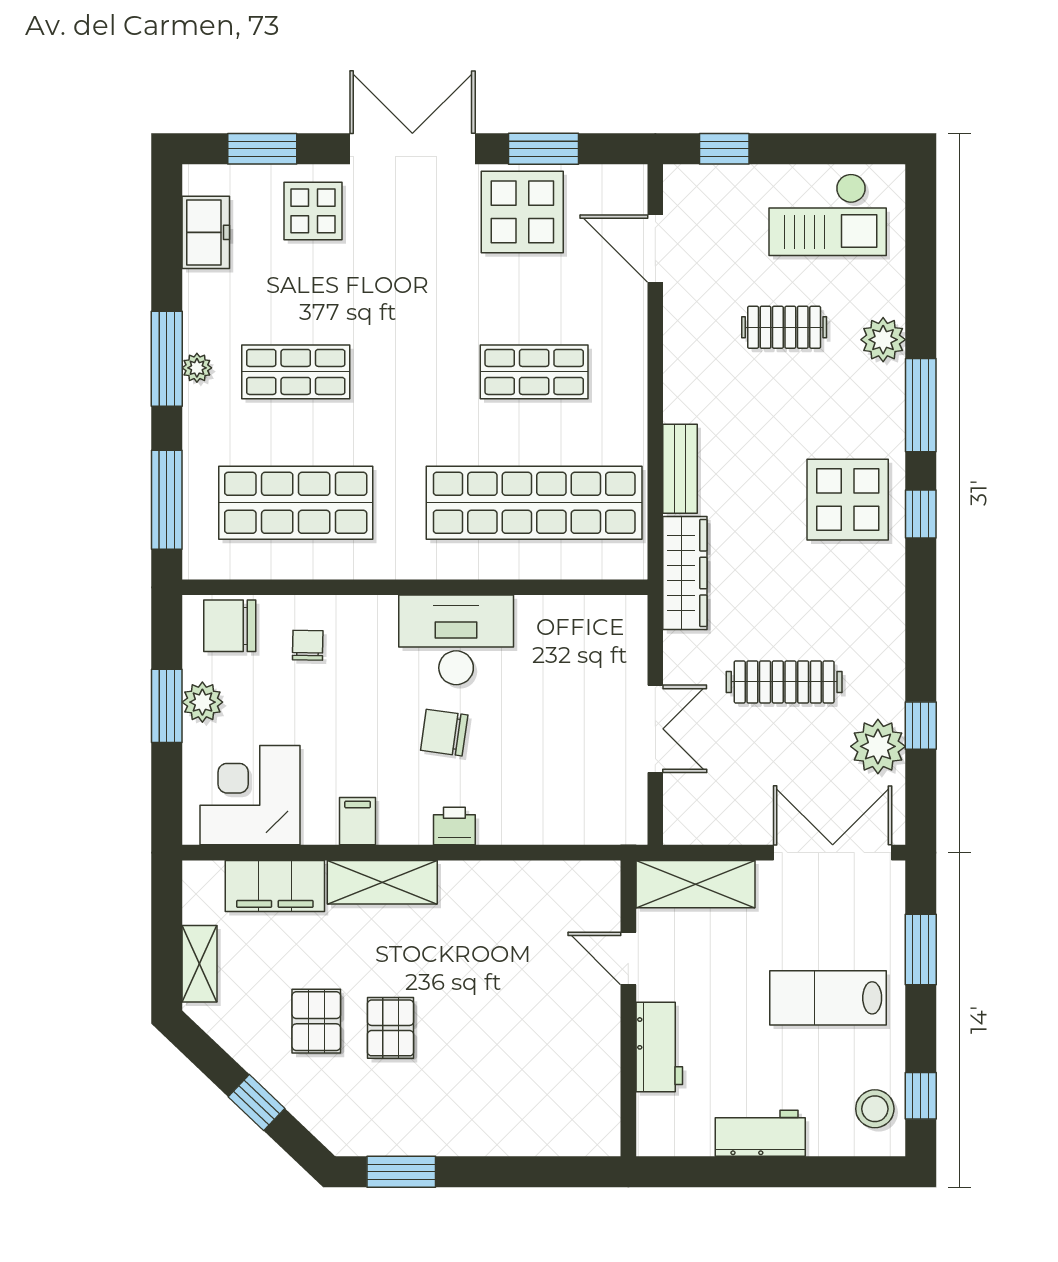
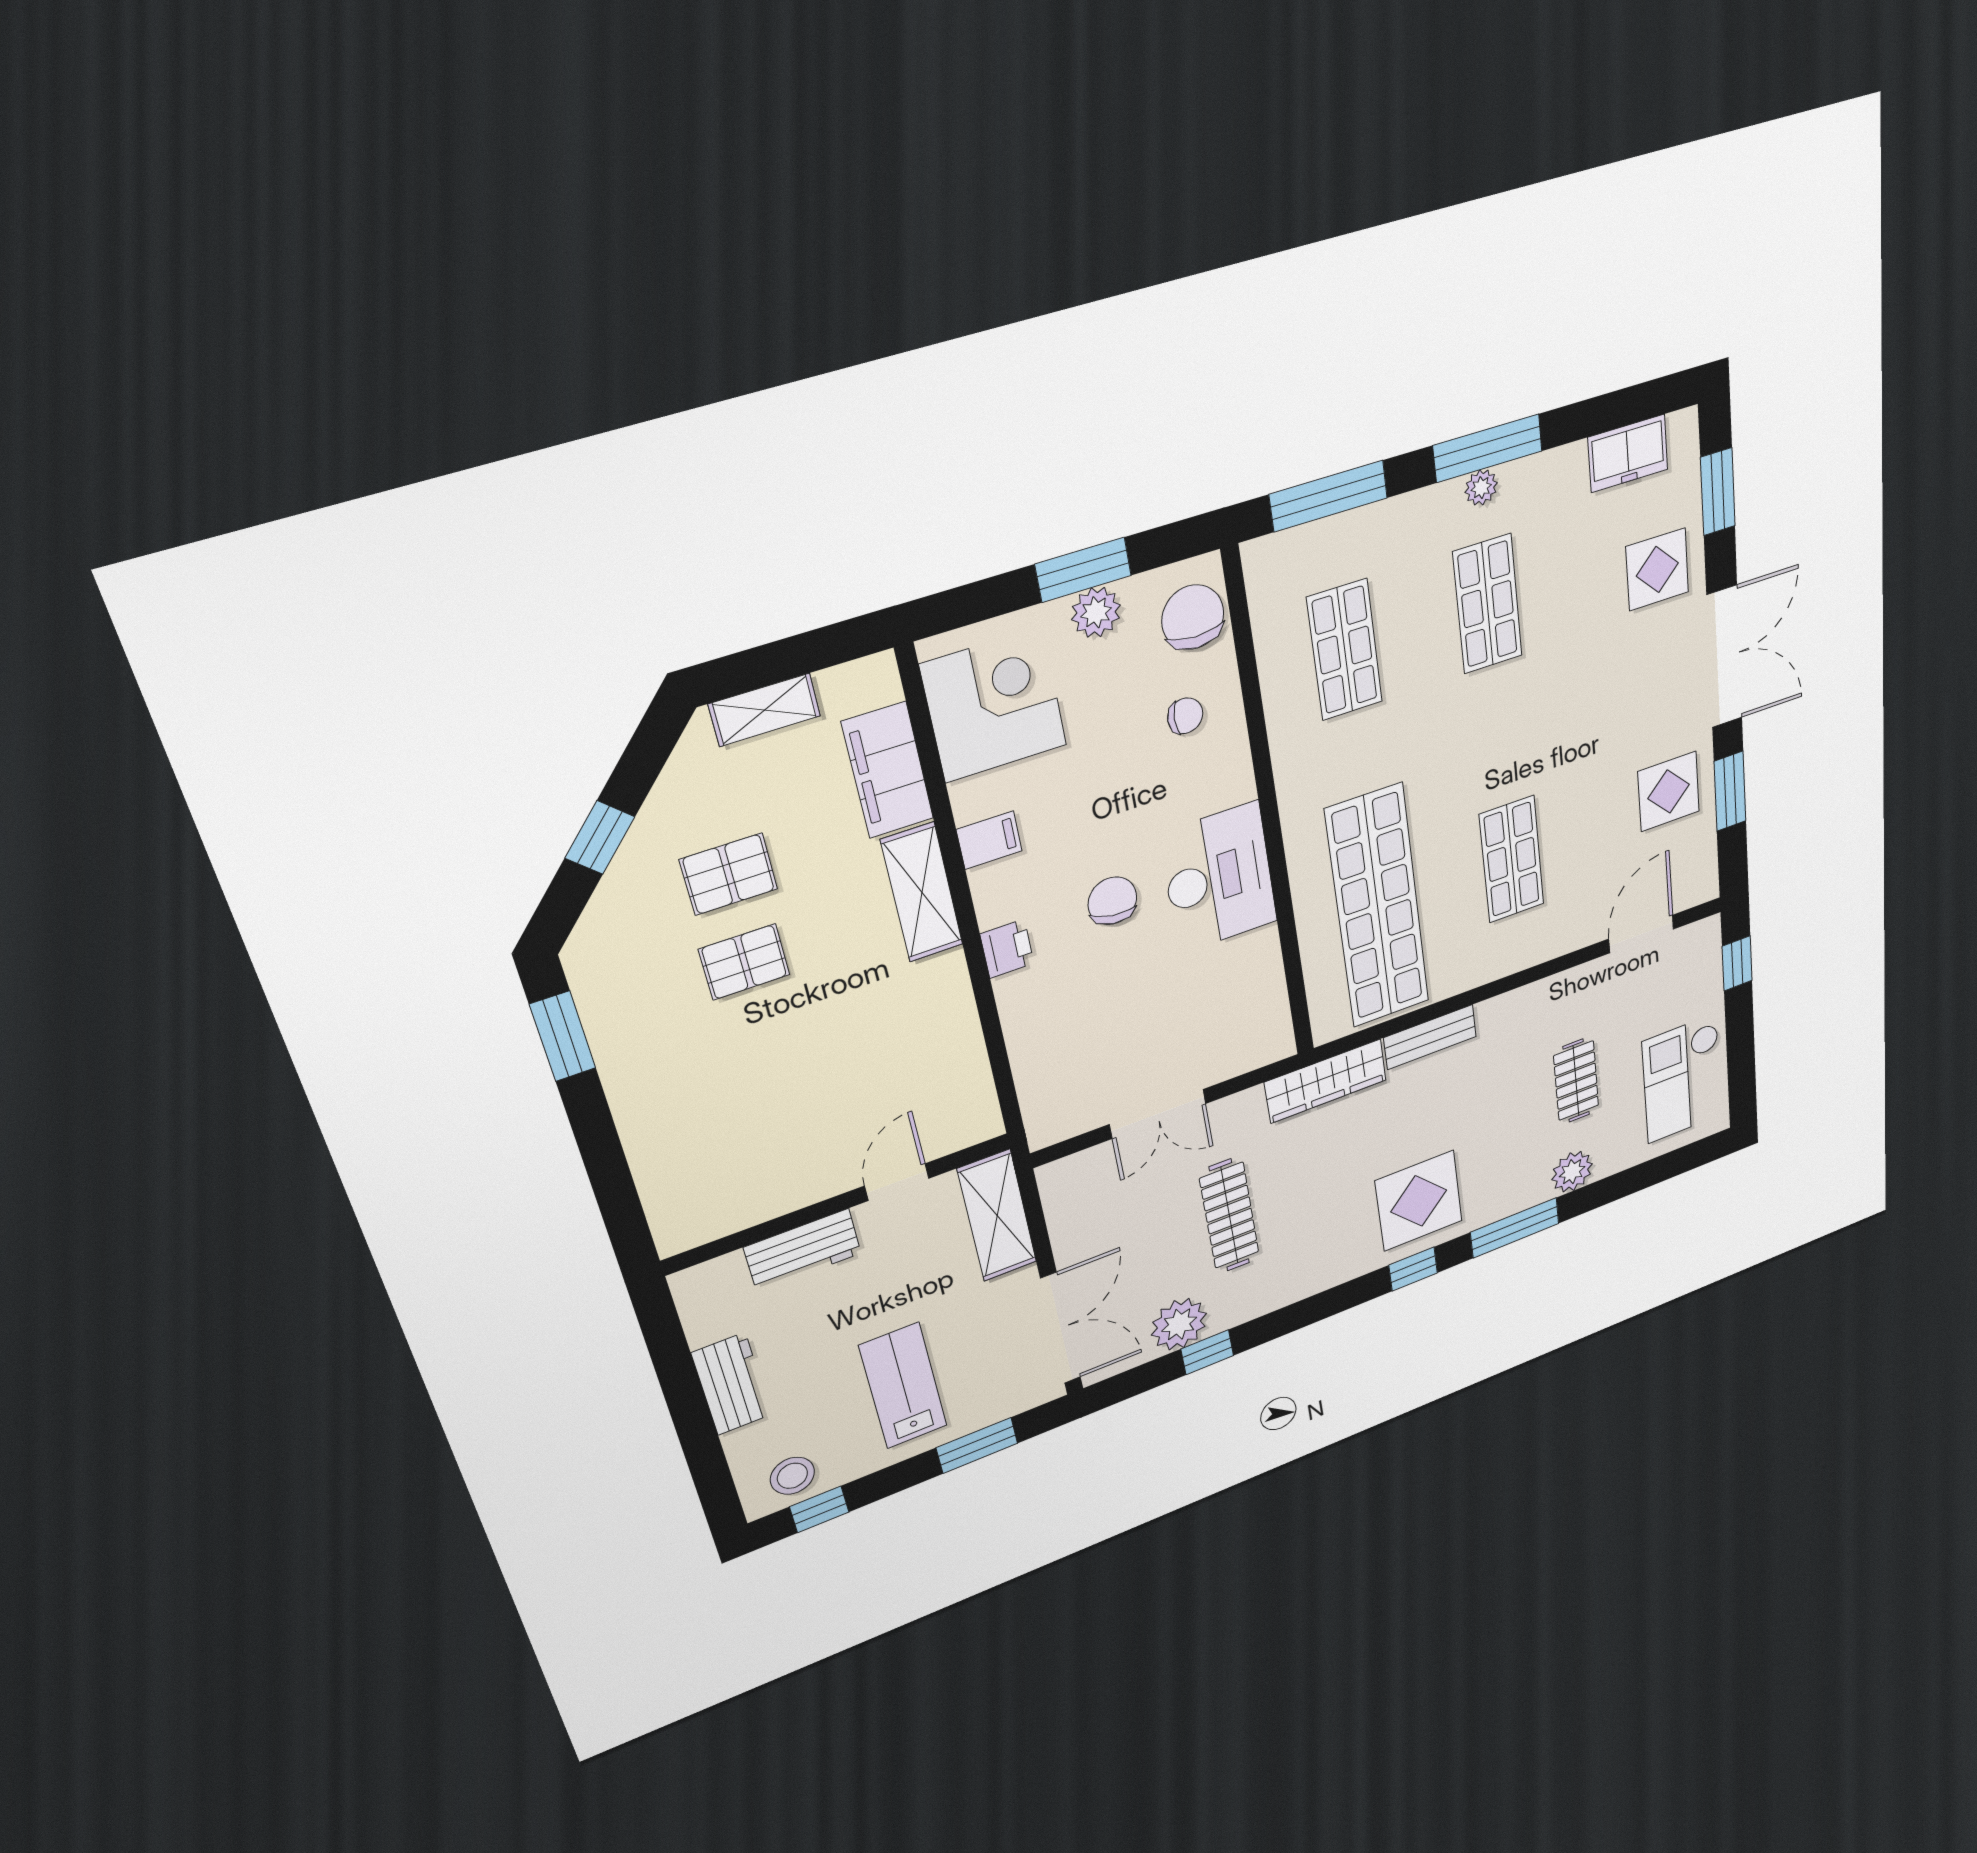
display table: (522, 212) -> (1669, 791), width x0.73, depth x0.73
shop shelf: (296, 503) -> (1345, 650), width x0.70, depth x0.74

